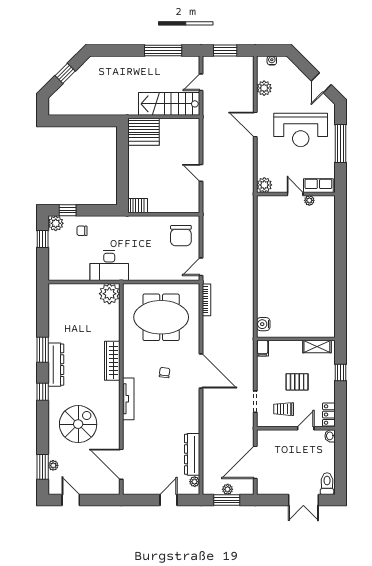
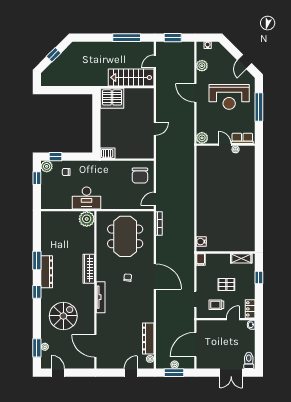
door: (201, 173) -> (155, 129), swing flipped
meeting table: (161, 317) -> (125, 236), turned 90

